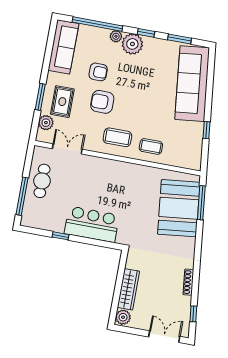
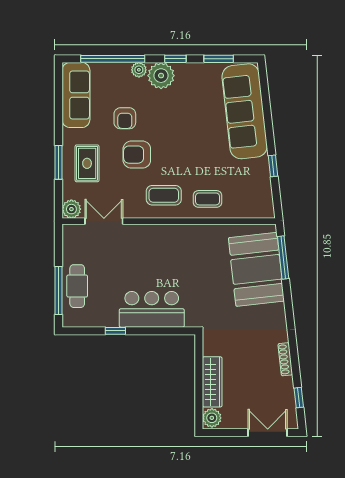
armchair: (98, 72) -> (125, 118), turned 90
plant: (46, 123) -> (71, 209), moved
cafe table: (42, 181) -> (77, 286), moved

